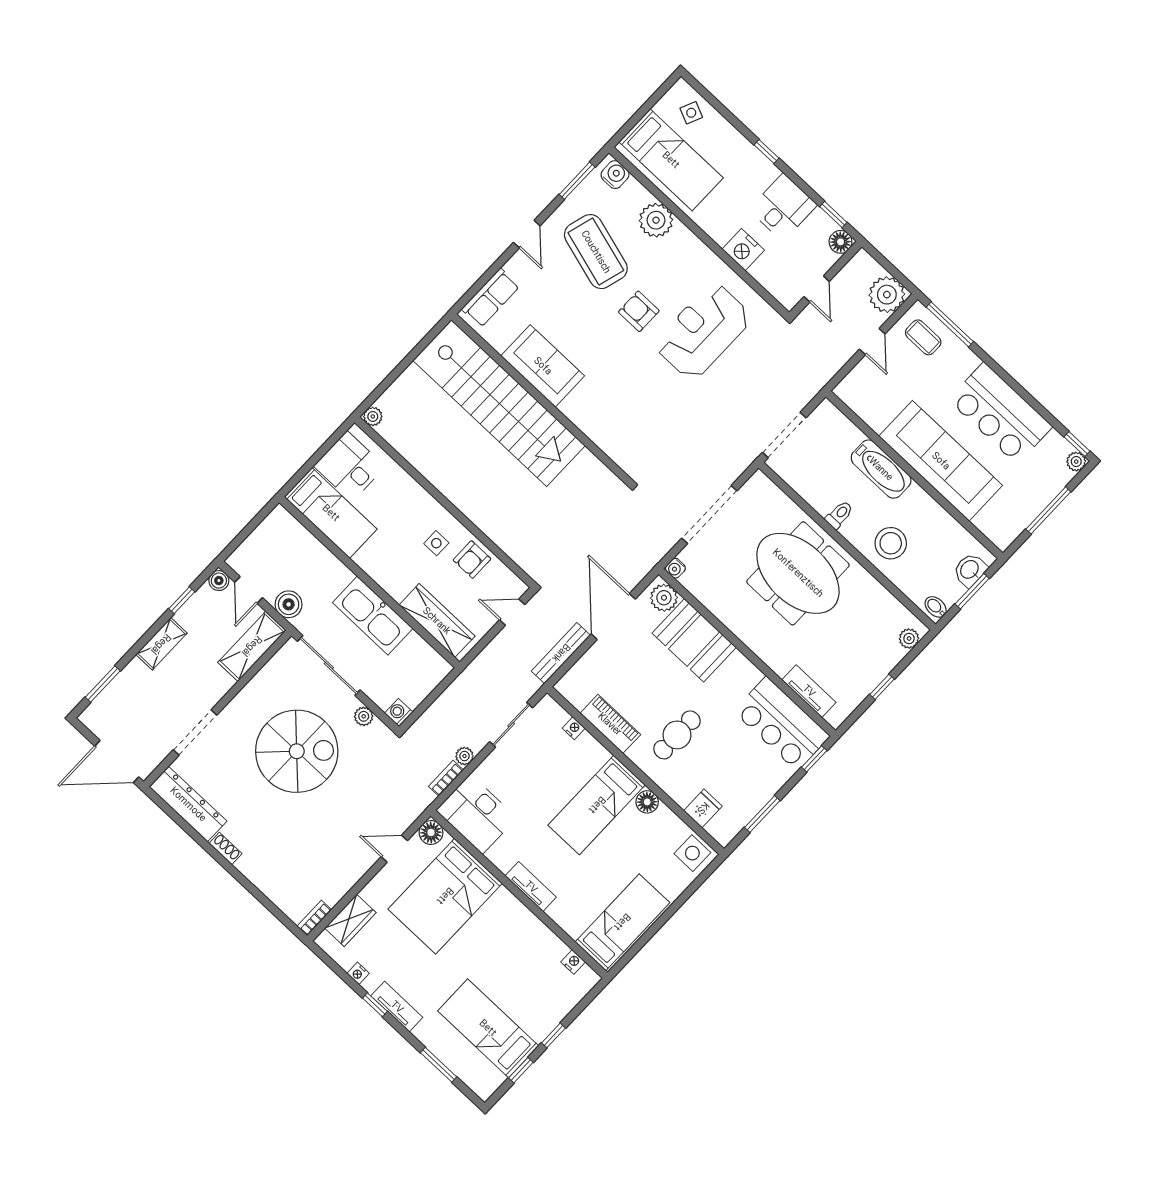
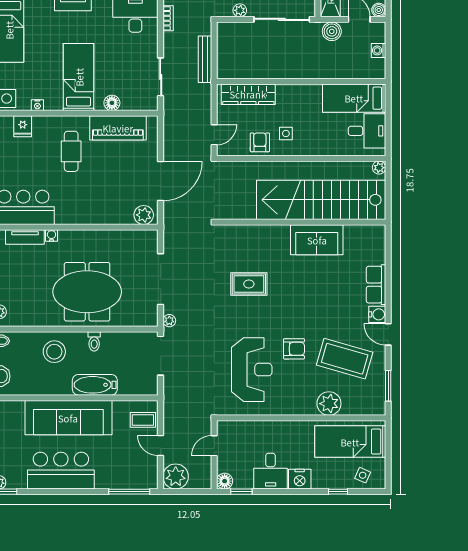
window: (766, 151) -> (338, 492), moved
water cooler: (615, 175) -> (377, 314), moved, turned -90
nightstand: (743, 250) -> (300, 479), moved, turned 180
door: (817, 289) -> (214, 446), hinge flipped
coffee table: (923, 337) -> (143, 420), moved
sofa: (543, 366) -> (317, 240), moved
wall: (542, 400) -> (301, 222), moved
stairs: (499, 403) -> (321, 200), moved
rug: (622, 423) -> (249, 284), added
water cooler: (675, 568) -> (51, 236), moved
kitchen sink: (373, 616) -> (284, 66), removed
door: (613, 616) -> (161, 181), hinge flipped
booth: (694, 640) -> (108, 208), removed
bench: (561, 653) -> (205, 59), moved
washing machine: (399, 713) -> (379, 50), moved, turned 180
piano: (610, 724) -> (118, 128), width x1.37, depth x1.33
nightstand: (574, 728) -> (37, 105), moved
plant: (464, 756) -> (169, 321), moved
floor lamp: (647, 802) -> (112, 103), moved

